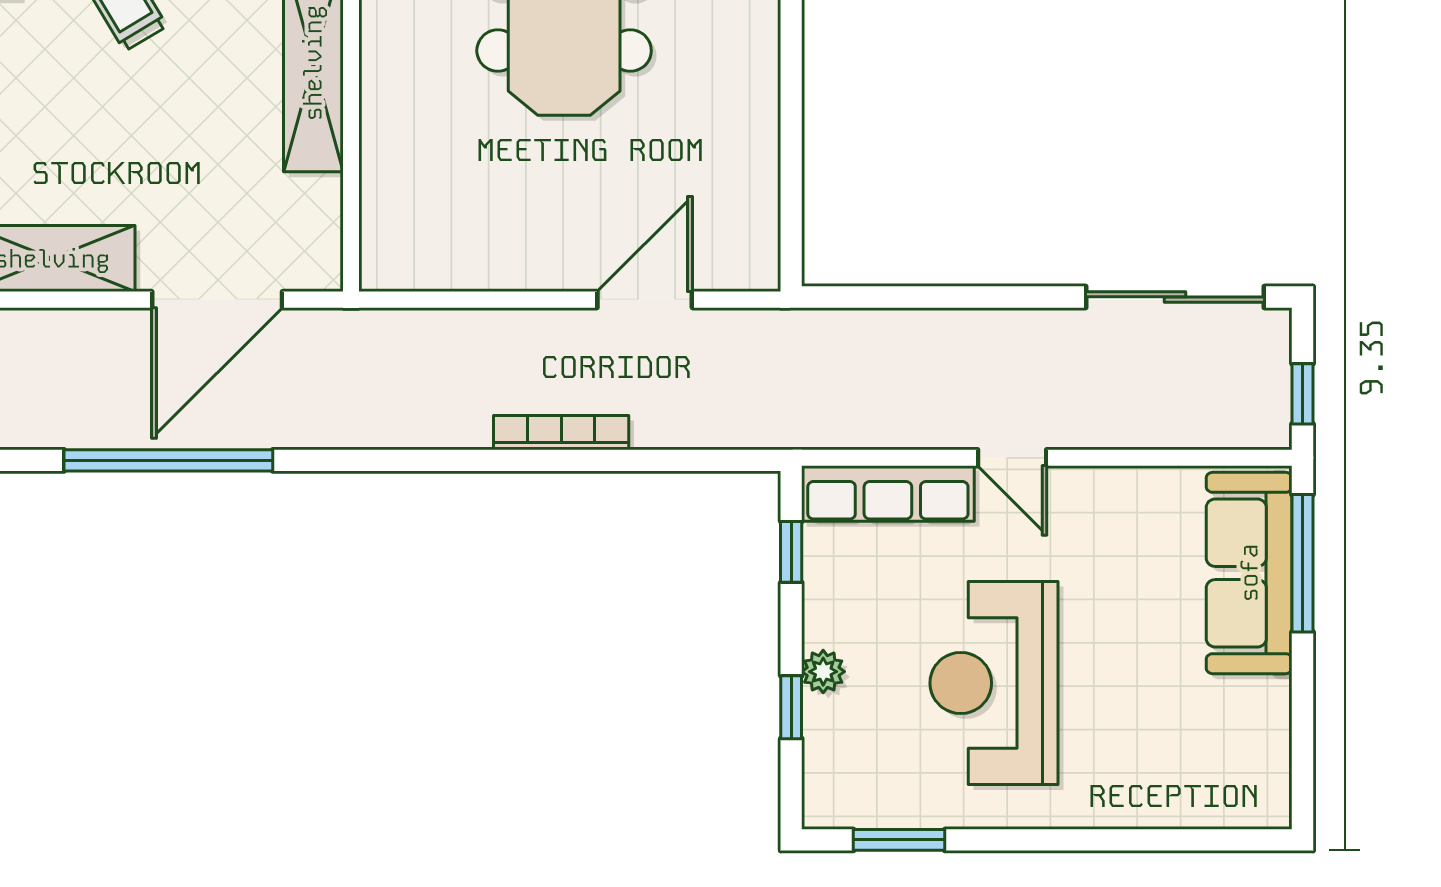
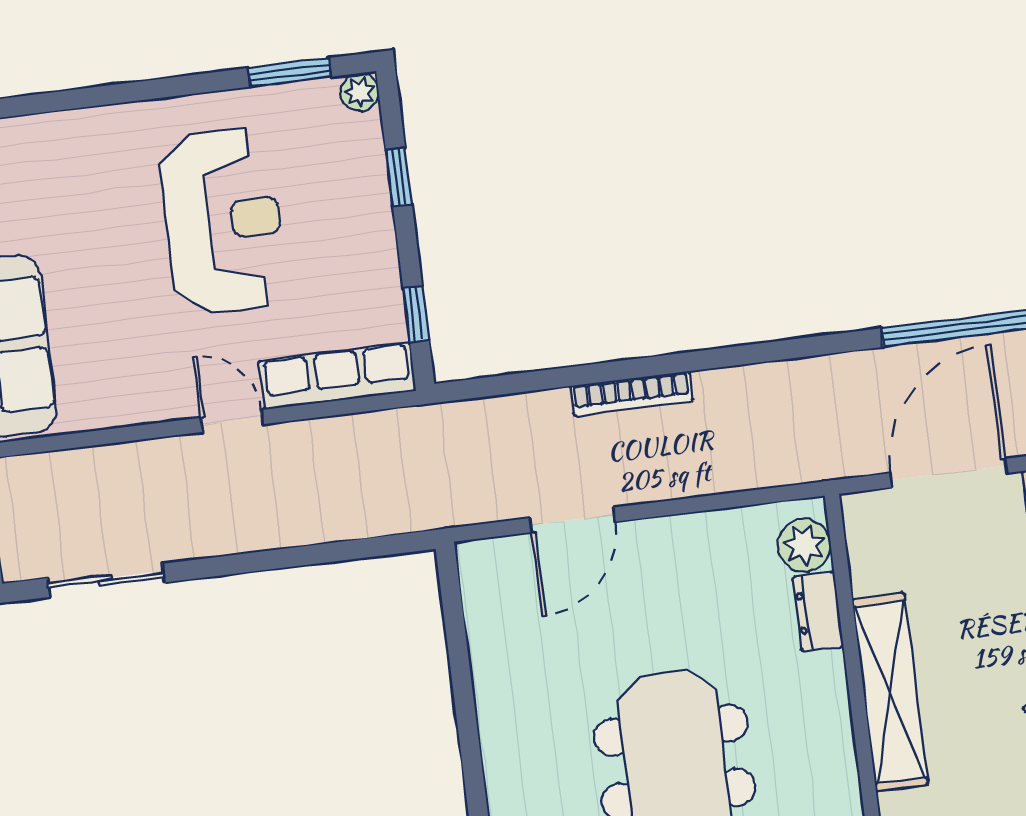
dresser: (383, 163) -> (818, 612), added
plant: (389, 239) -> (804, 545), added
sliding door: (1175, 297) -> (106, 580), width x0.73
plant: (823, 672) -> (360, 92), moved

